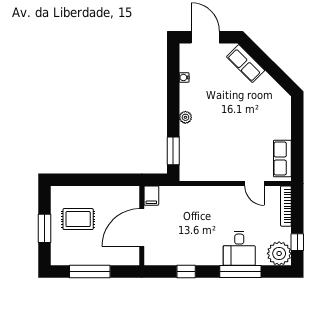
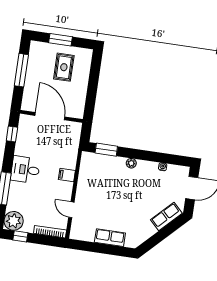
row of seats: (282, 158) -> (110, 238), moved
door: (254, 183) -> (71, 210), hinge flipped
filing cabinet: (151, 196) -> (67, 175), moved
desk: (239, 248) -> (25, 170), moved
window: (186, 272) -> (12, 134), moved

